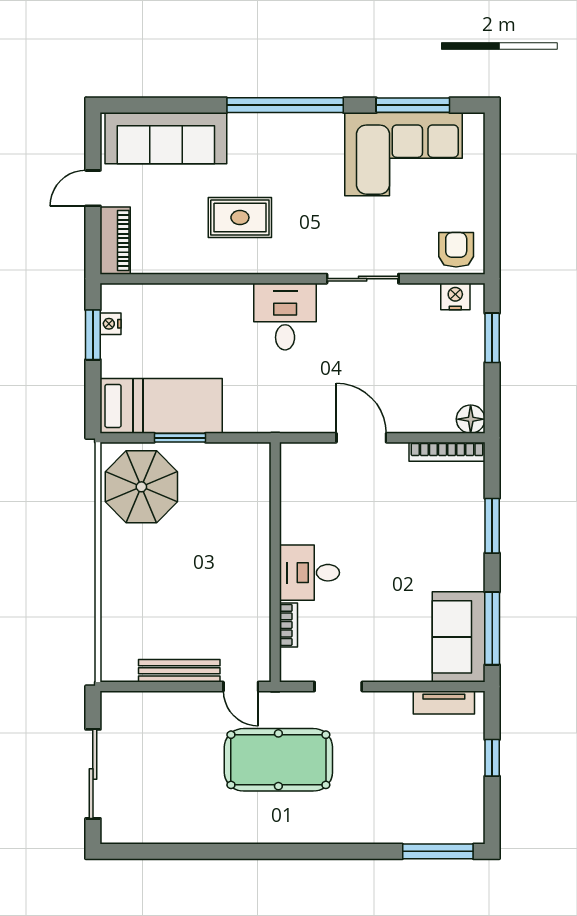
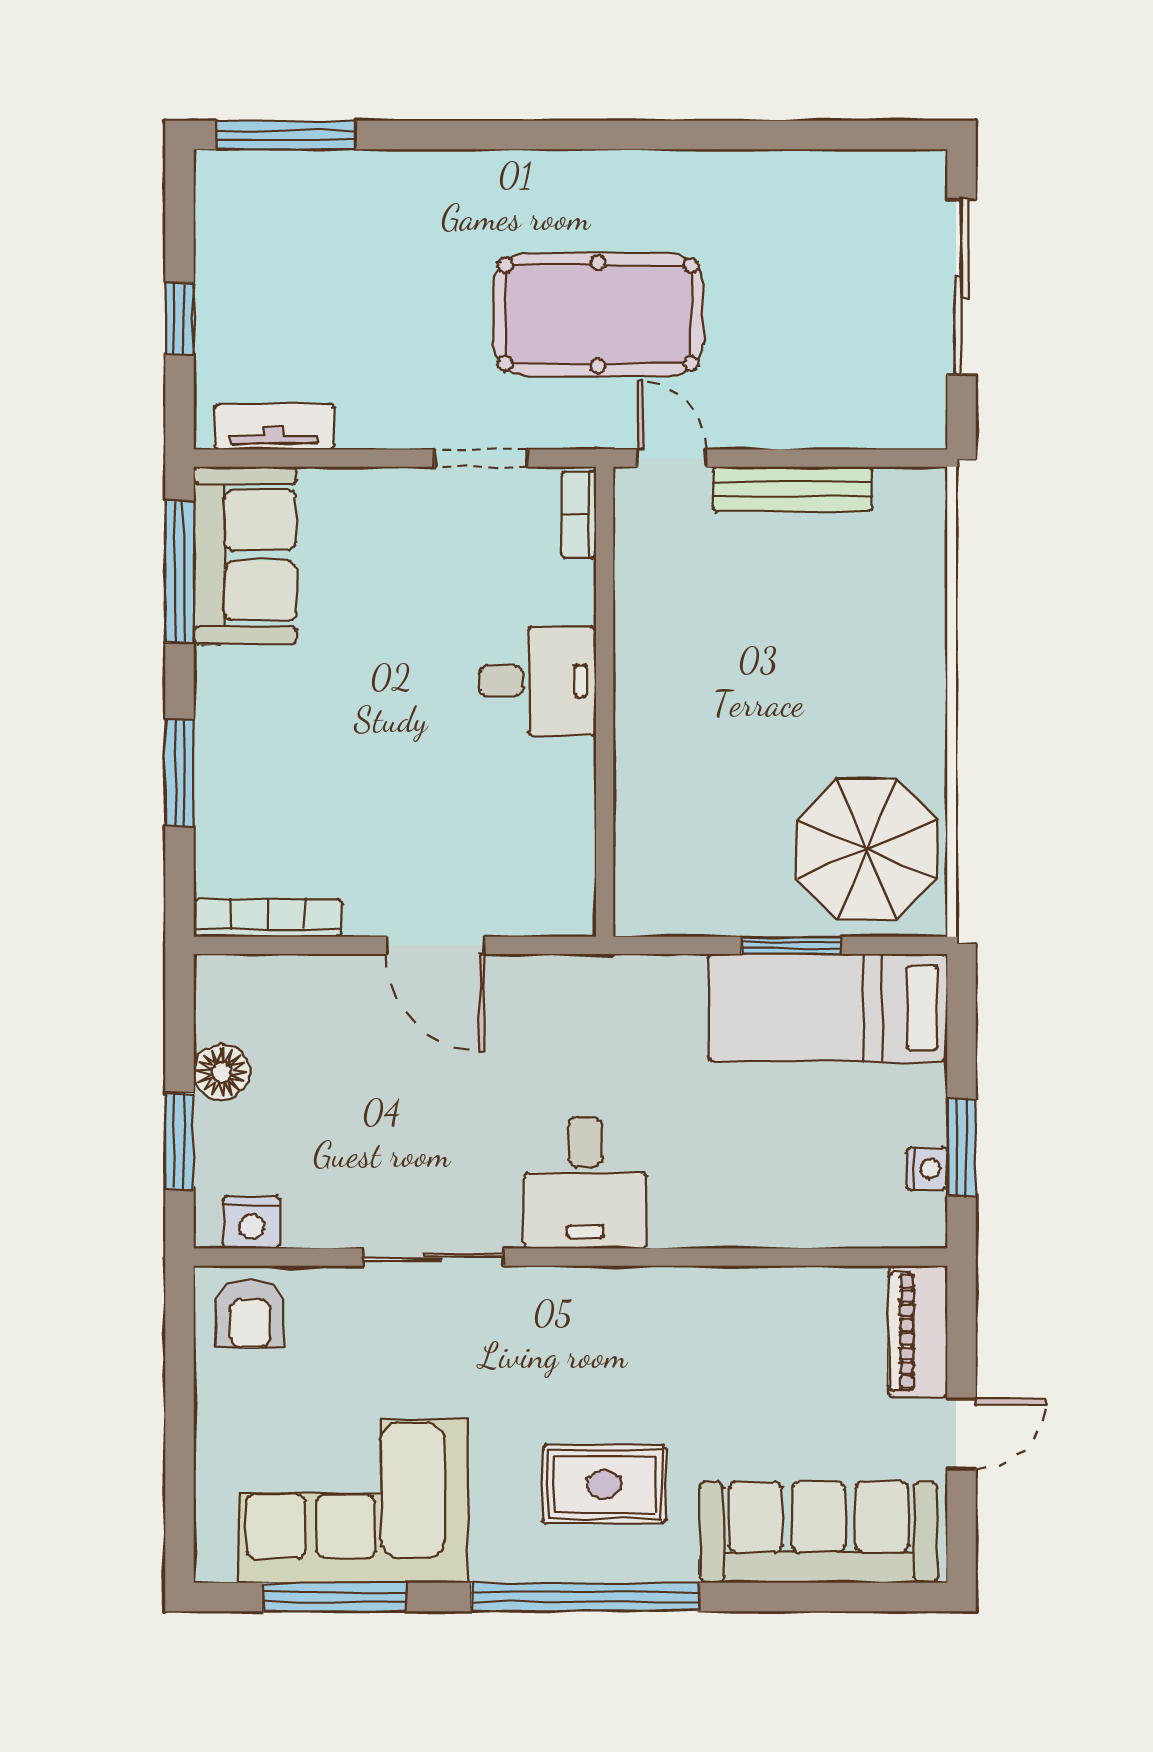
rug: (240, 218) -> (604, 1484), moved
floor lamp: (471, 419) -> (222, 1072), moved
bookcase: (288, 625) -> (579, 515), moved

